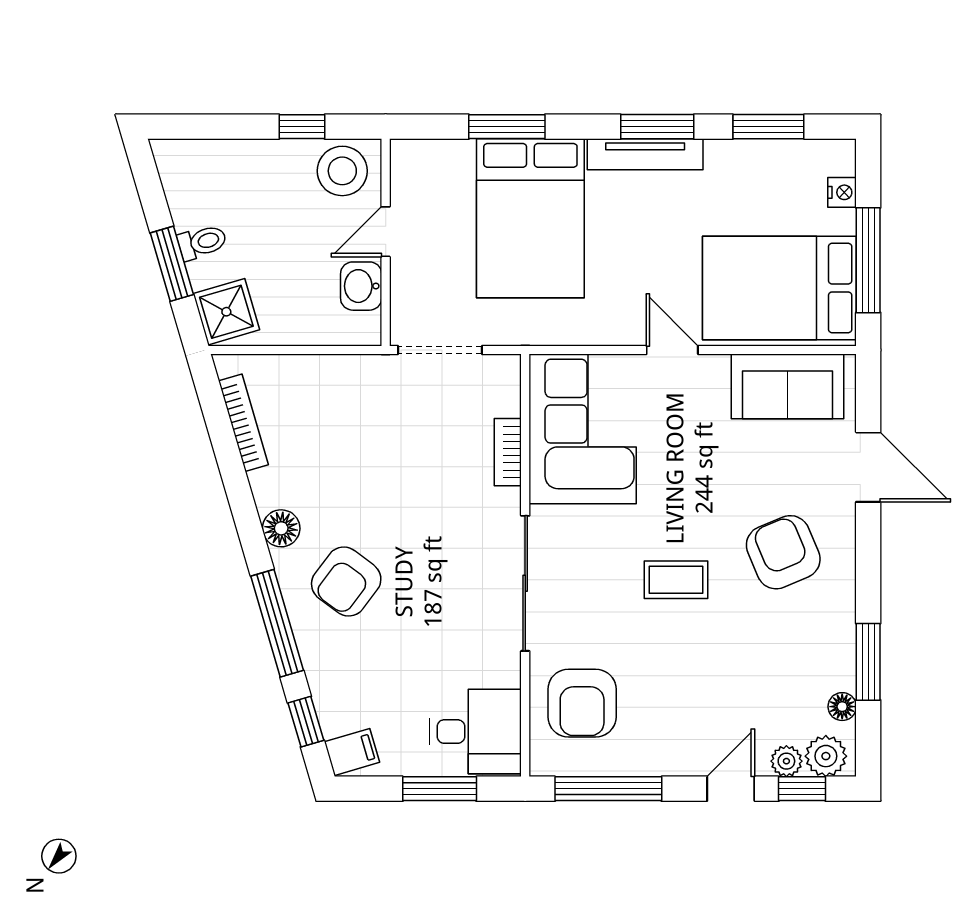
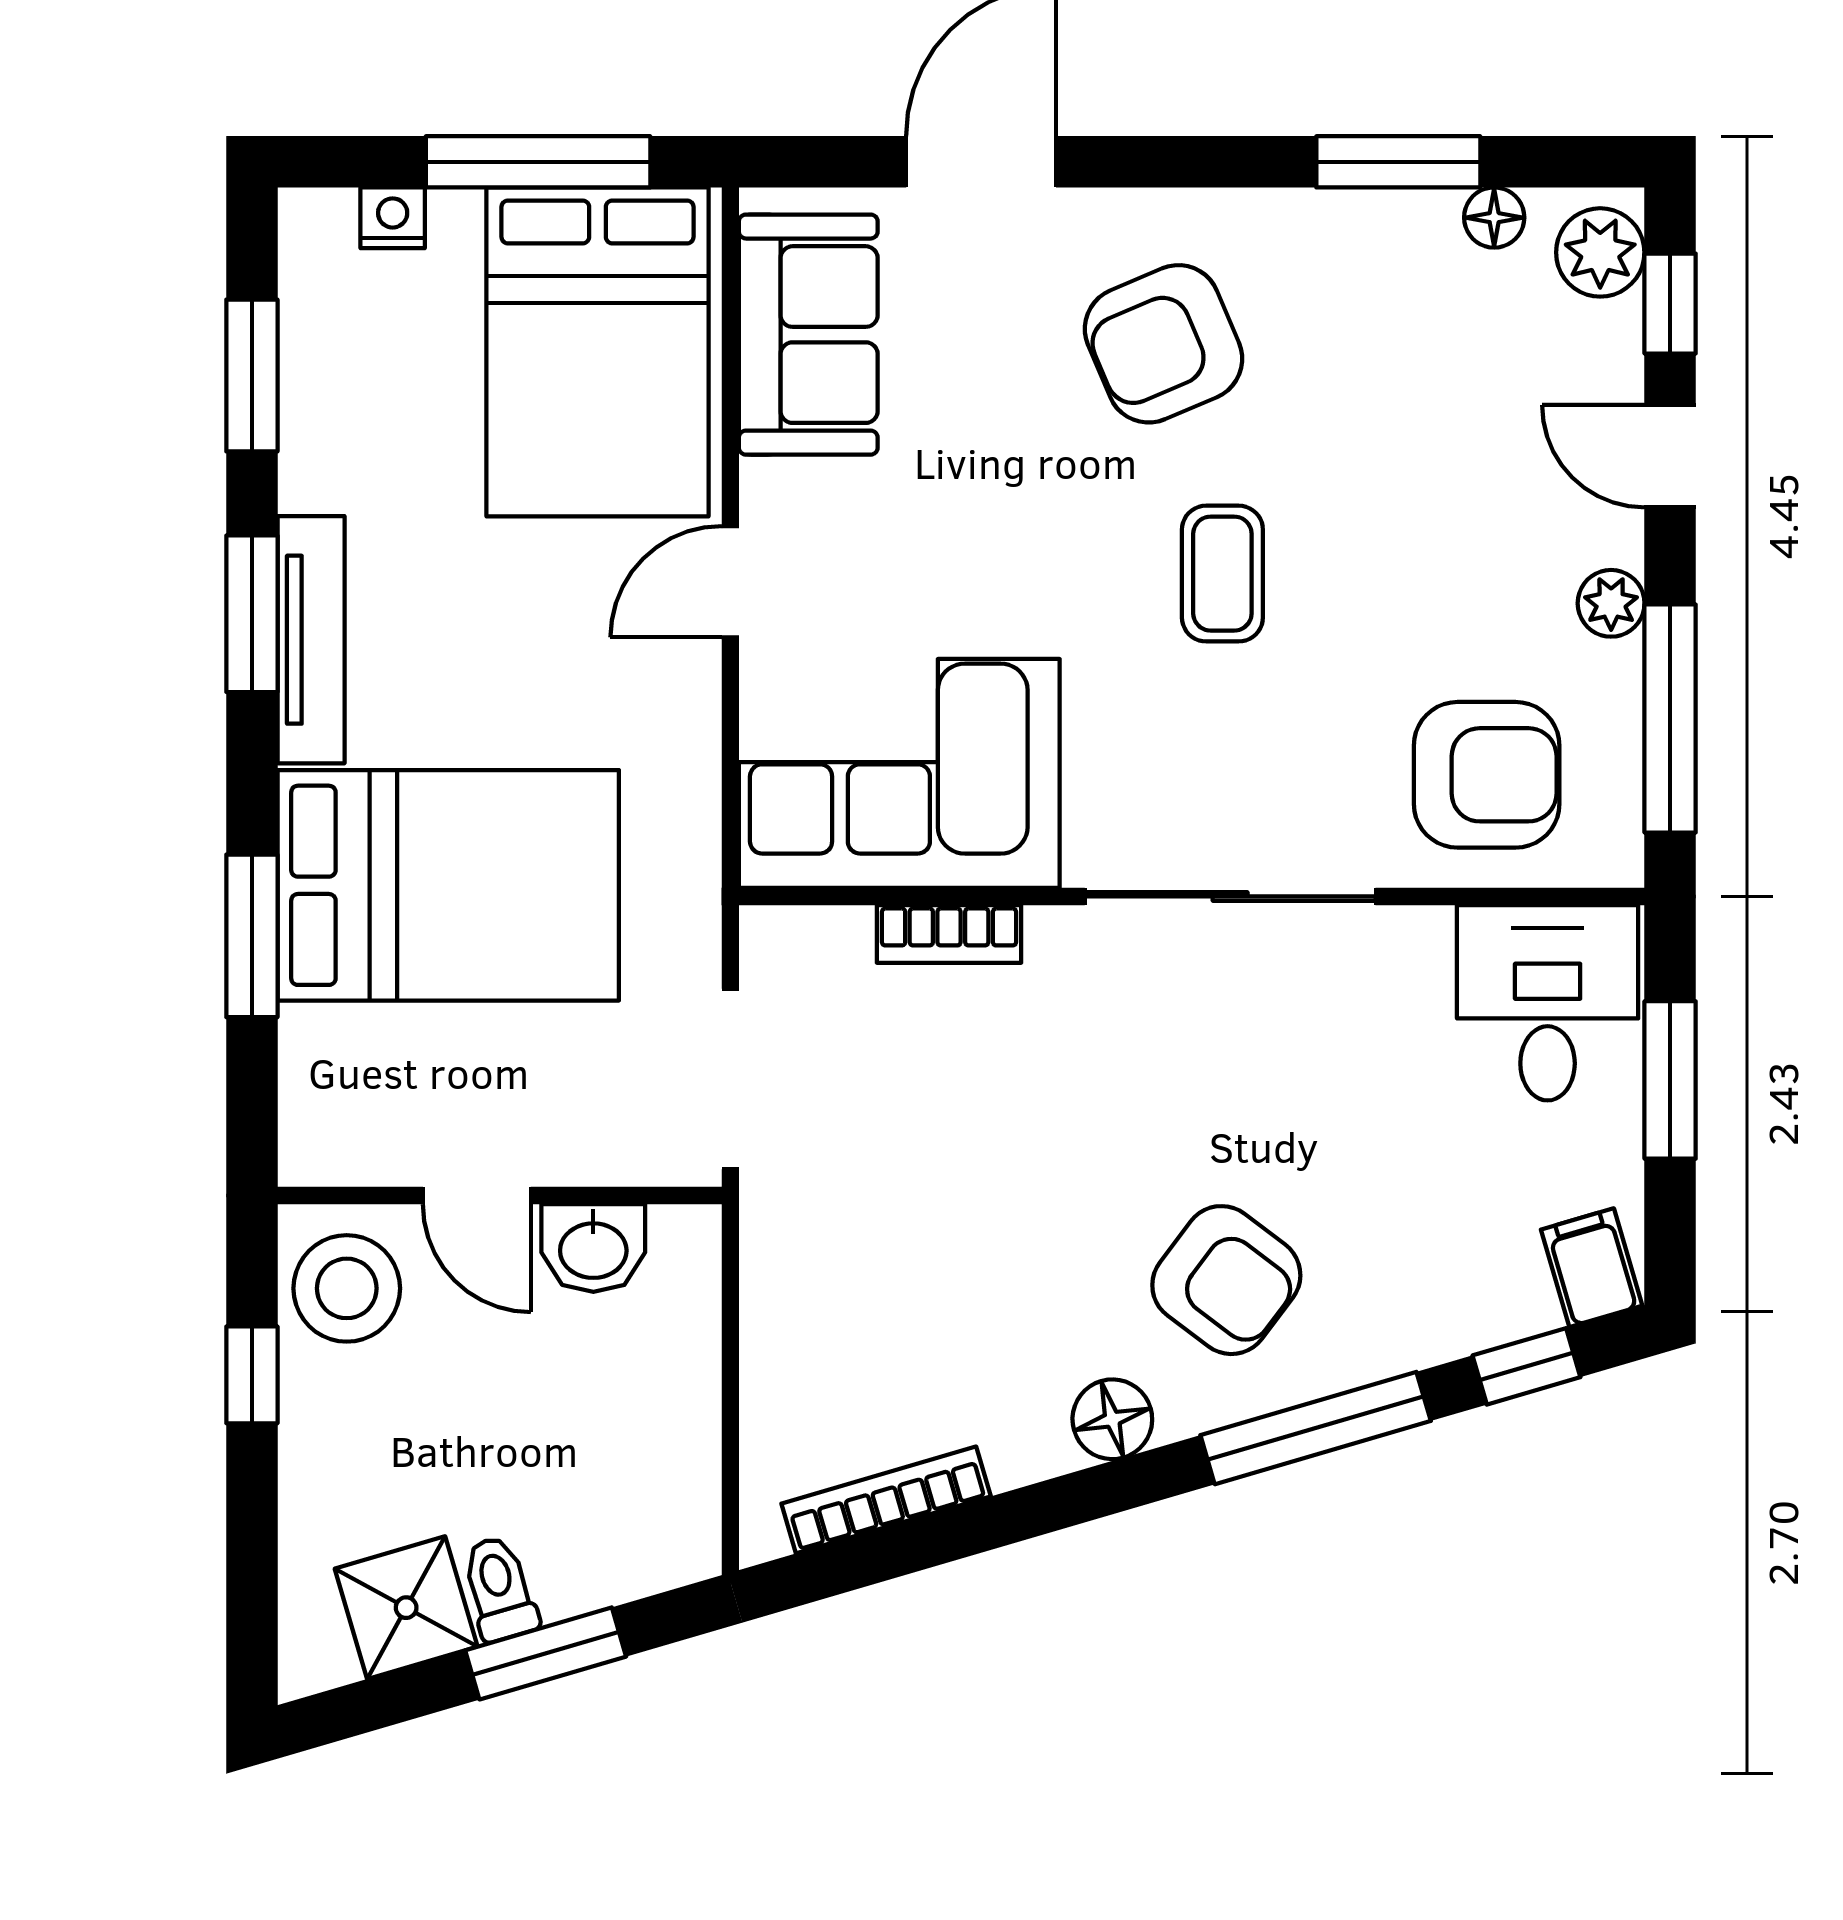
shower: (226, 312) -> (406, 1608), moved
plant: (786, 761) -> (1611, 603), moved

